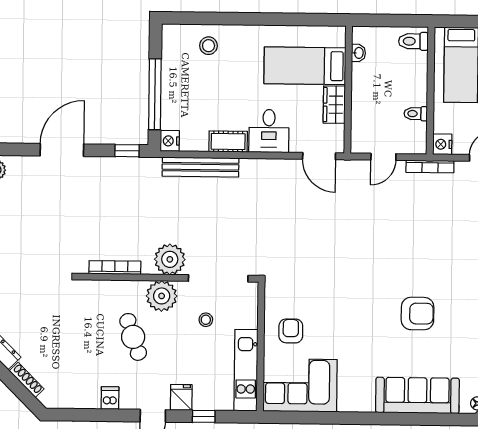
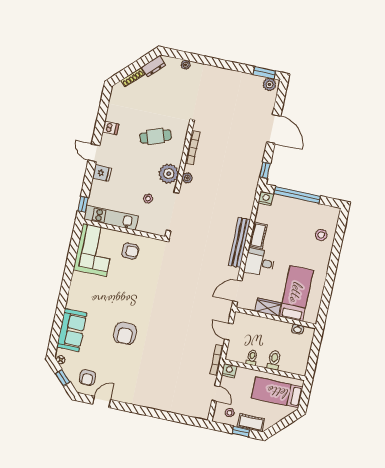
toilet: (413, 41) -> (274, 360), moved
bench: (200, 167) -> (239, 242), moved
plant: (170, 259) -> (187, 178), width x0.53, depth x0.53
cafe table: (133, 337) -> (155, 137), moved
sofa: (417, 395) -> (72, 330), width x0.73
window: (204, 416) -> (83, 204), moved

